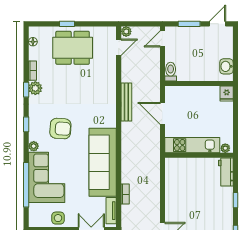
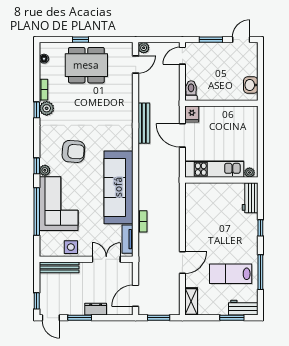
fridge: (227, 94) -> (192, 114), moved
window: (26, 124) -> (37, 166), moved

